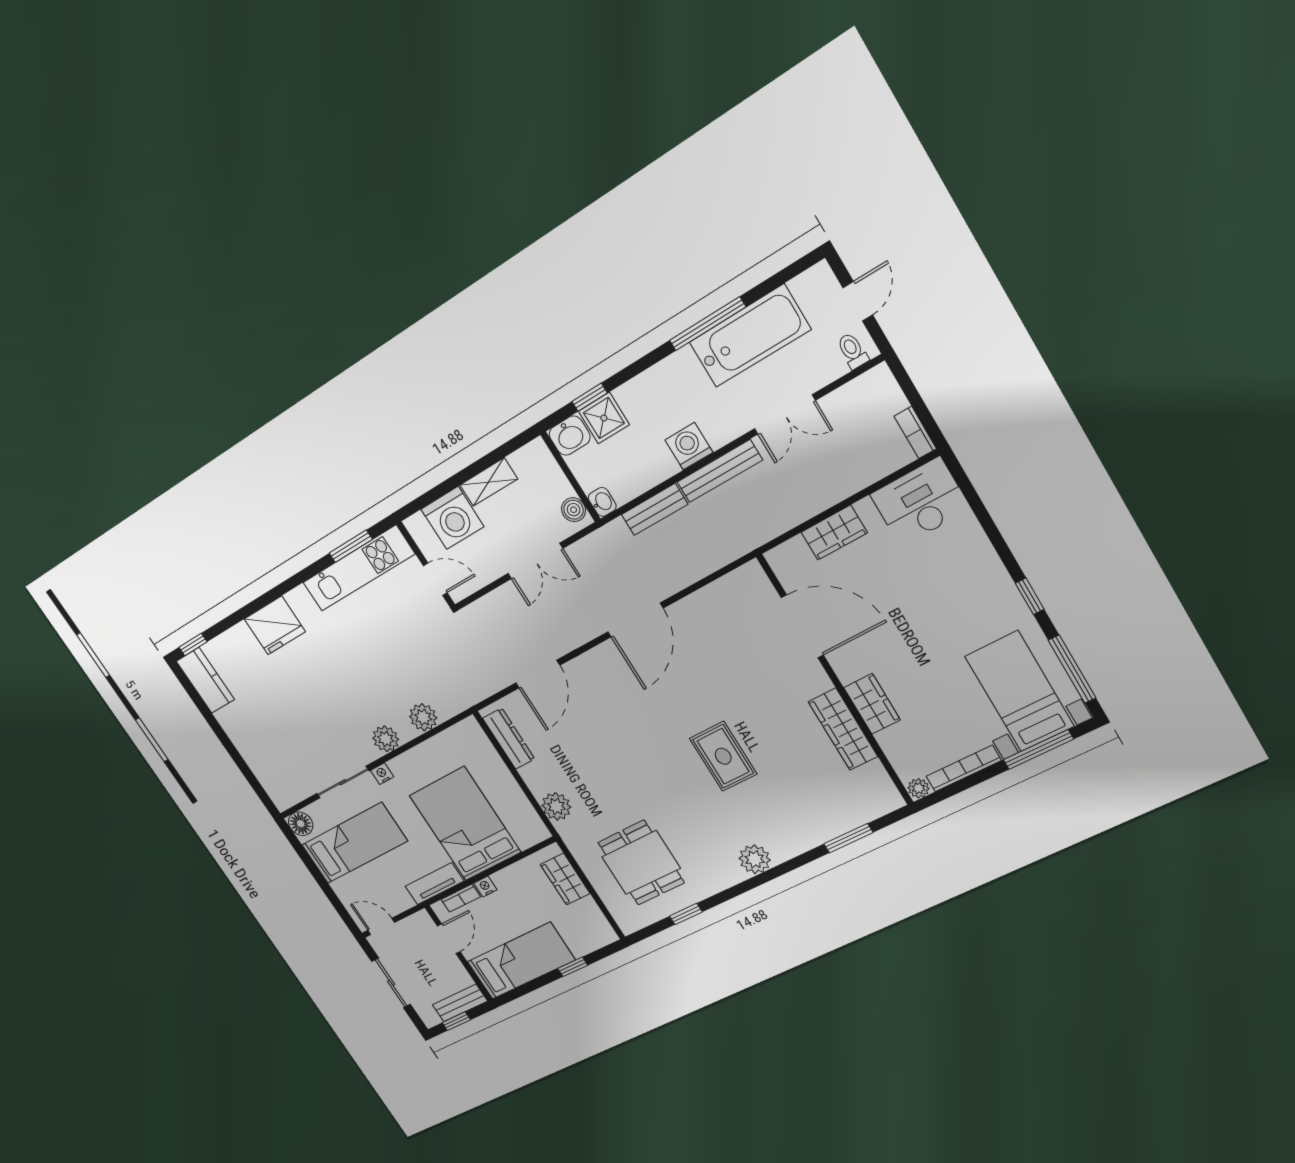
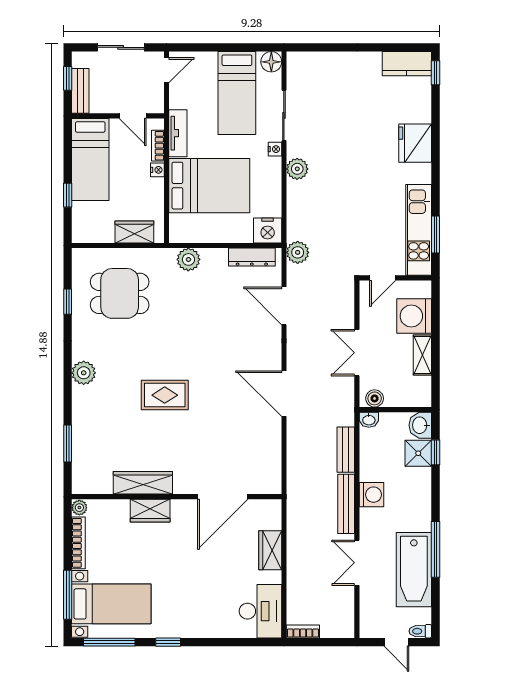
toilet: (853, 351) -> (420, 631), moved, turned 180
plant: (423, 717) -> (298, 252), moved
nightstand: (470, 736) -> (268, 231), added

